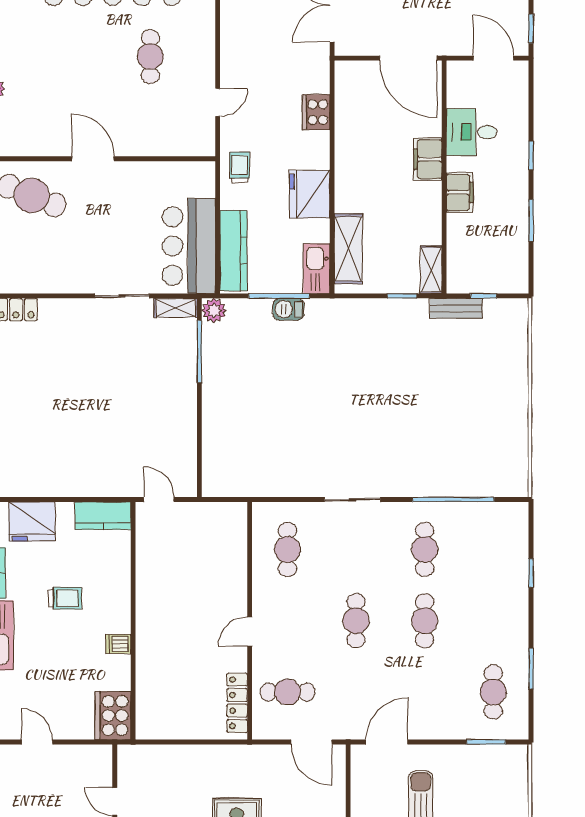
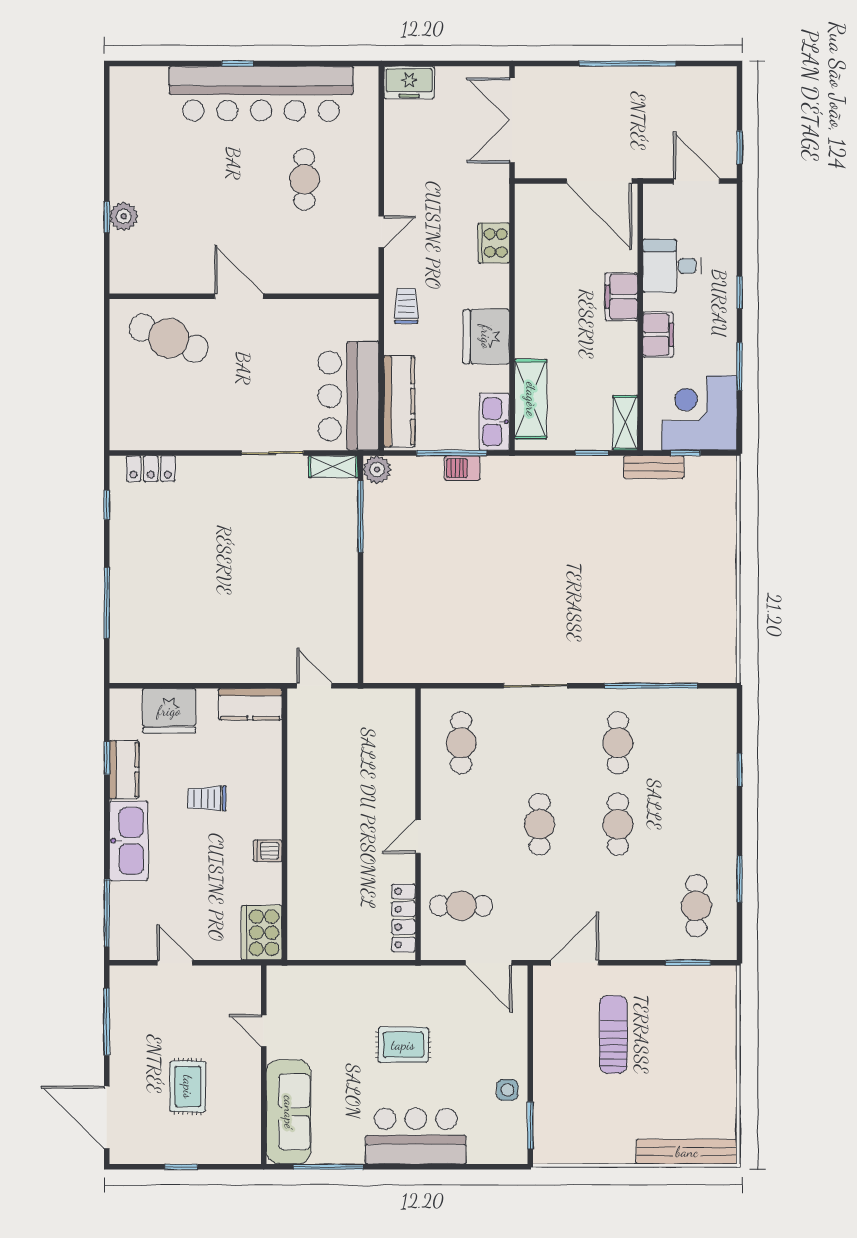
corner desk: (496, 261) -> (700, 413), added
trolley: (65, 598) -> (207, 798), turned 180

